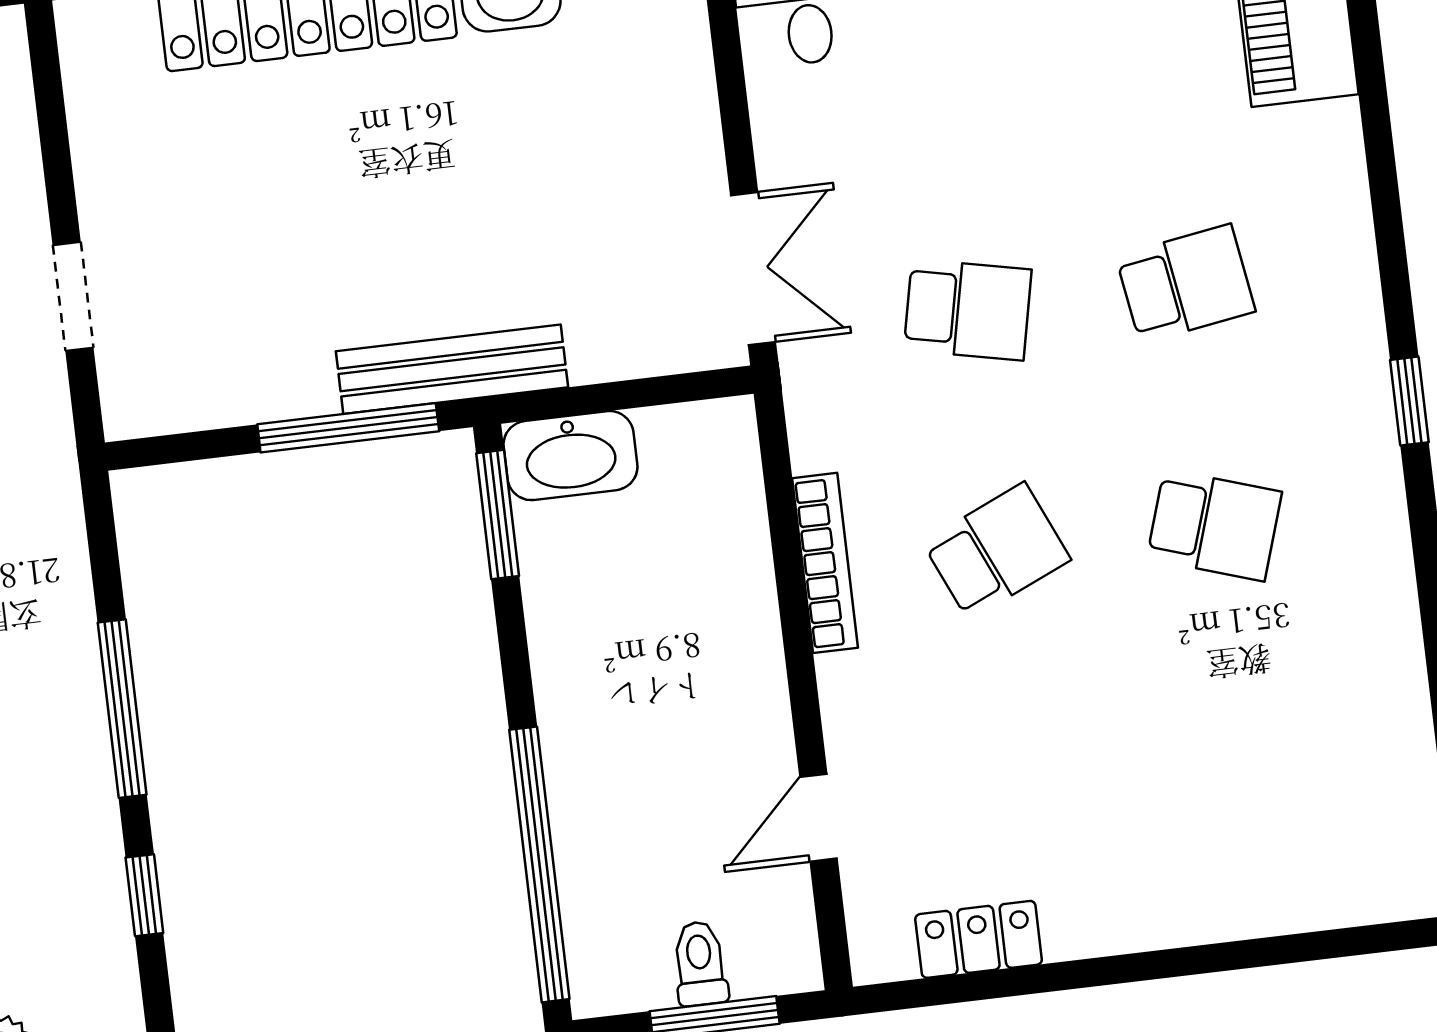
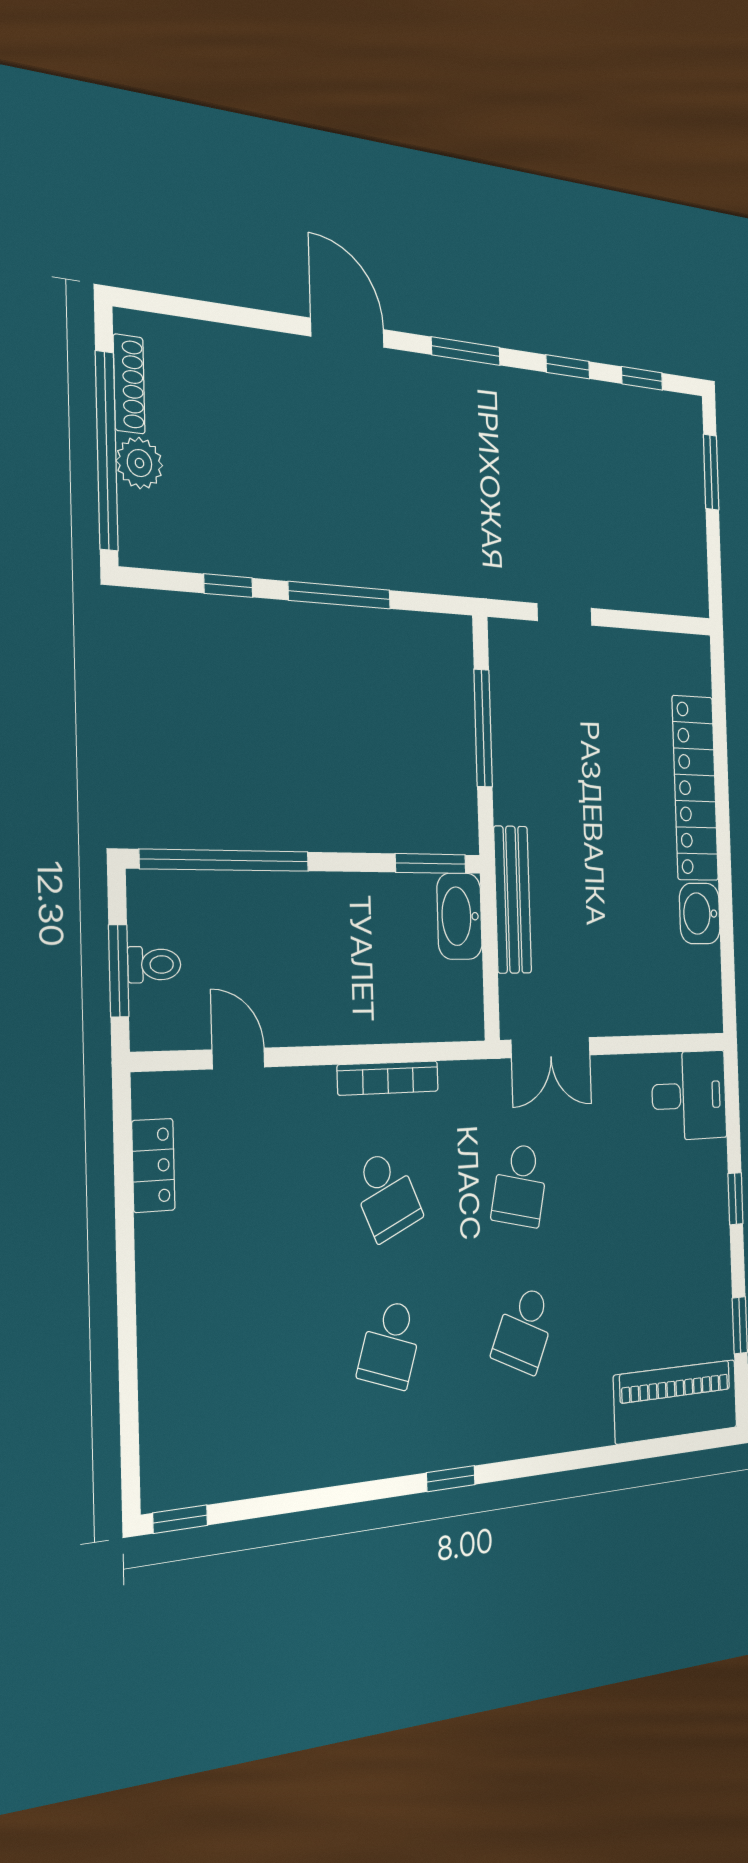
school desk: (1186, 284) -> (524, 1329), turned 33
bench: (452, 369) -> (513, 900), moved
window: (348, 428) -> (483, 728), moved

